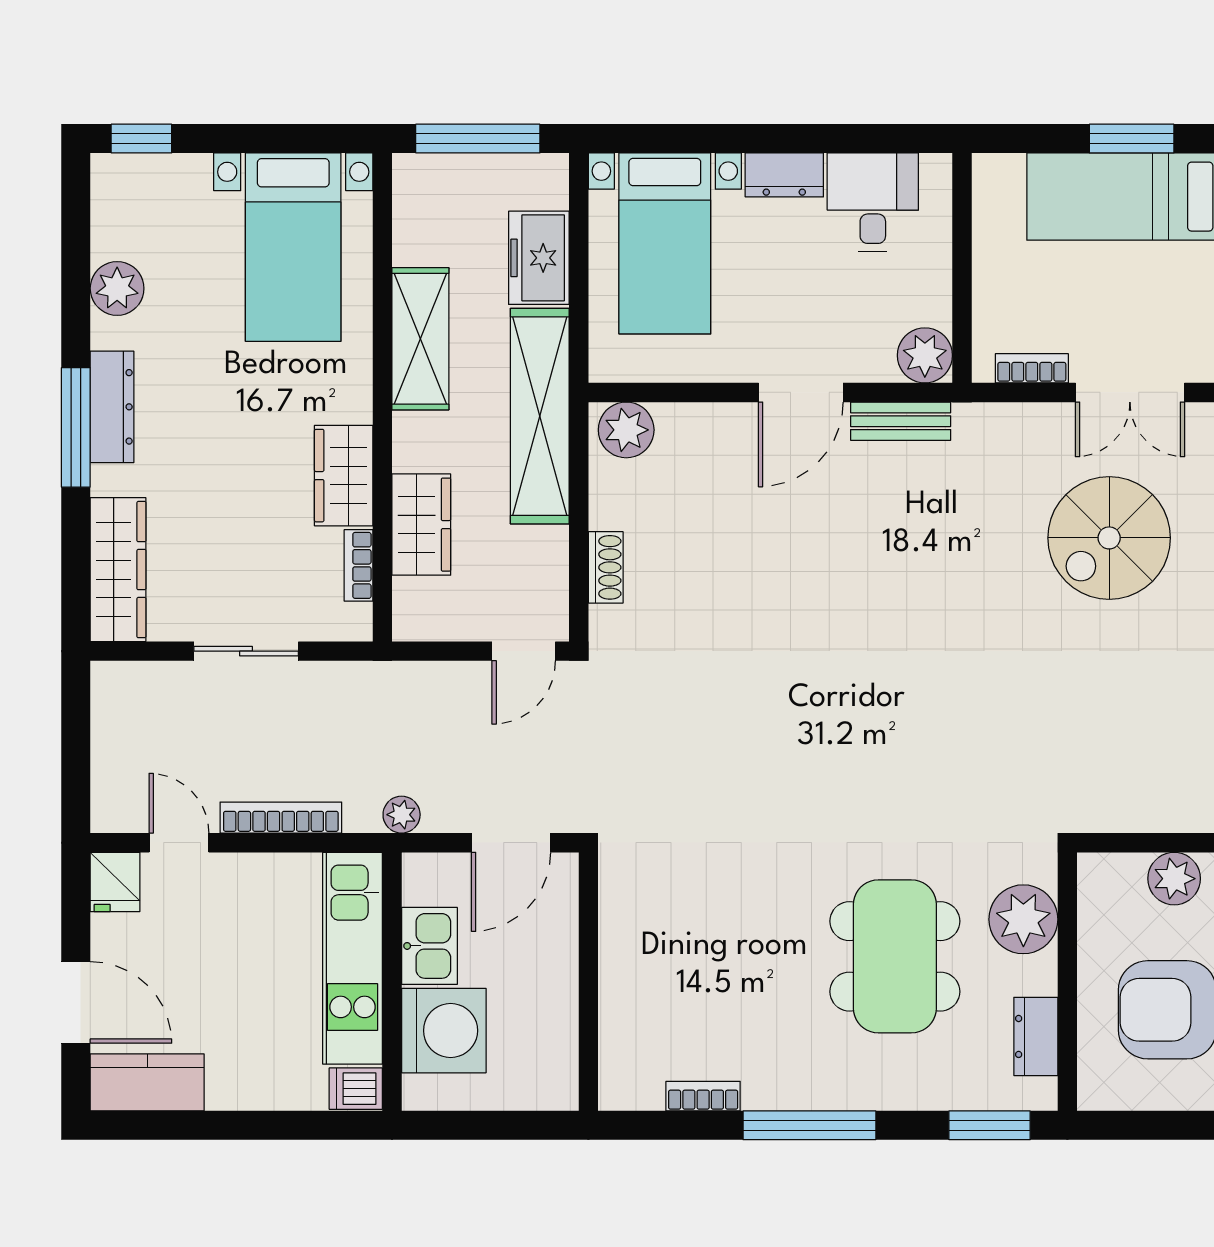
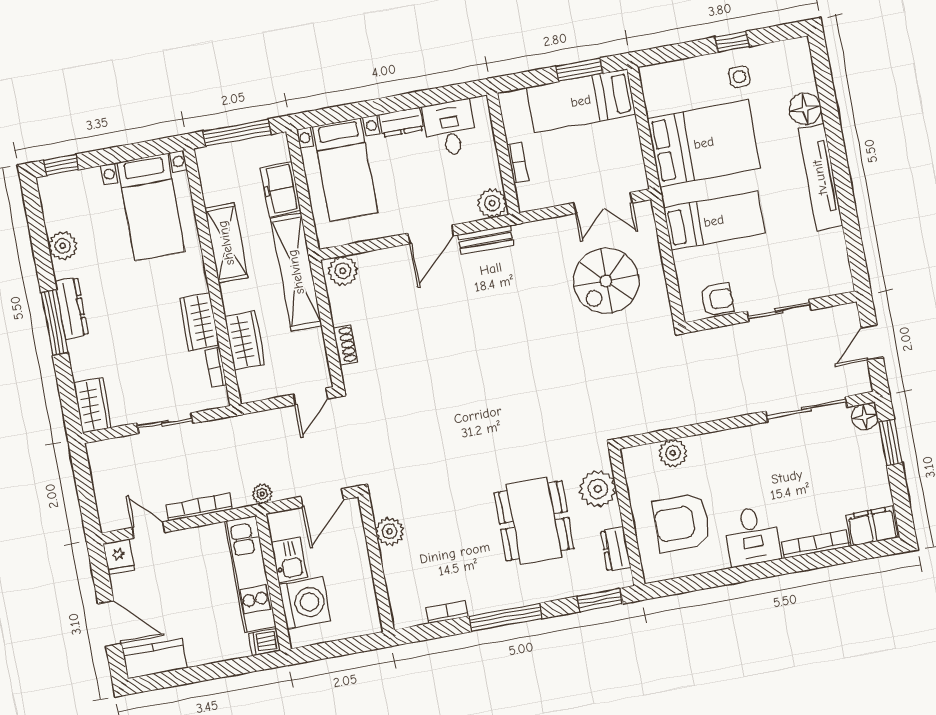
bookcase: (1032, 368) -> (518, 163), moved, turned 90
wardrobe: (118, 570) -> (93, 405), width x0.67
plant: (624, 927) -> (390, 531), added

